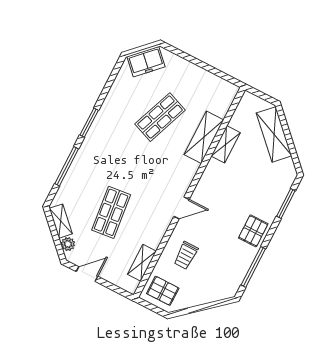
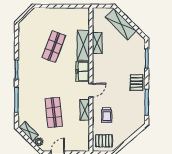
freezer: (146, 62) -> (83, 71), moved, turned 135
shelving: (142, 263) -> (85, 110), moved

